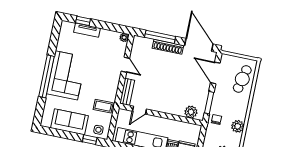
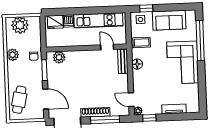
window: (83, 21) -> (149, 118), moved
door: (125, 65) -> (131, 100), moved
window: (47, 76) -> (200, 41), moved
floor lamp: (113, 85) -> (137, 64), added
door: (139, 110) -> (107, 47), hinge flipped

